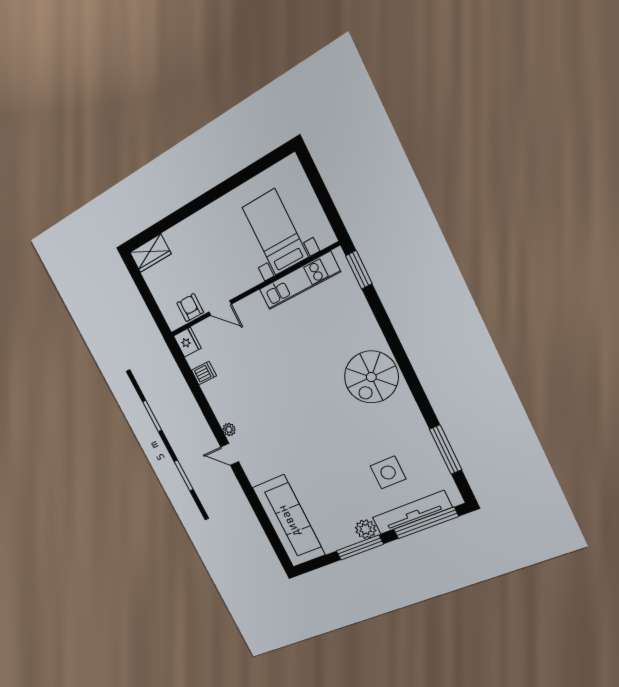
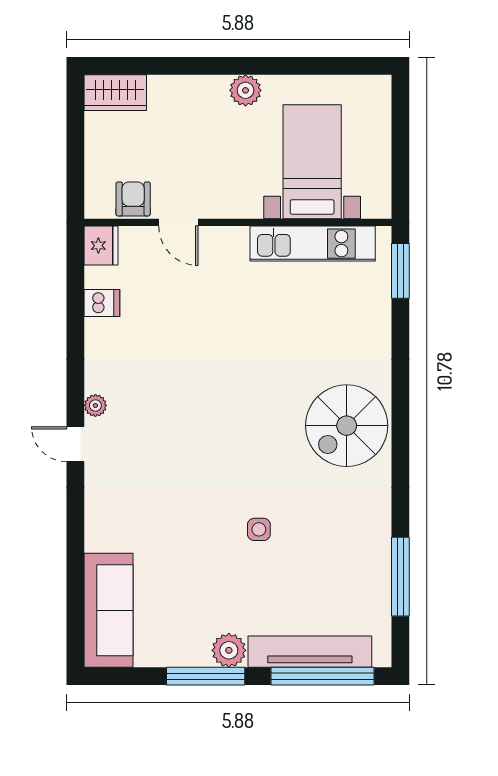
plant: (217, 211) -> (245, 90), added
side table: (388, 472) -> (259, 529), moved, width x0.54, depth x0.54
sofa: (289, 521) -> (108, 610), width x0.74, depth x0.79

